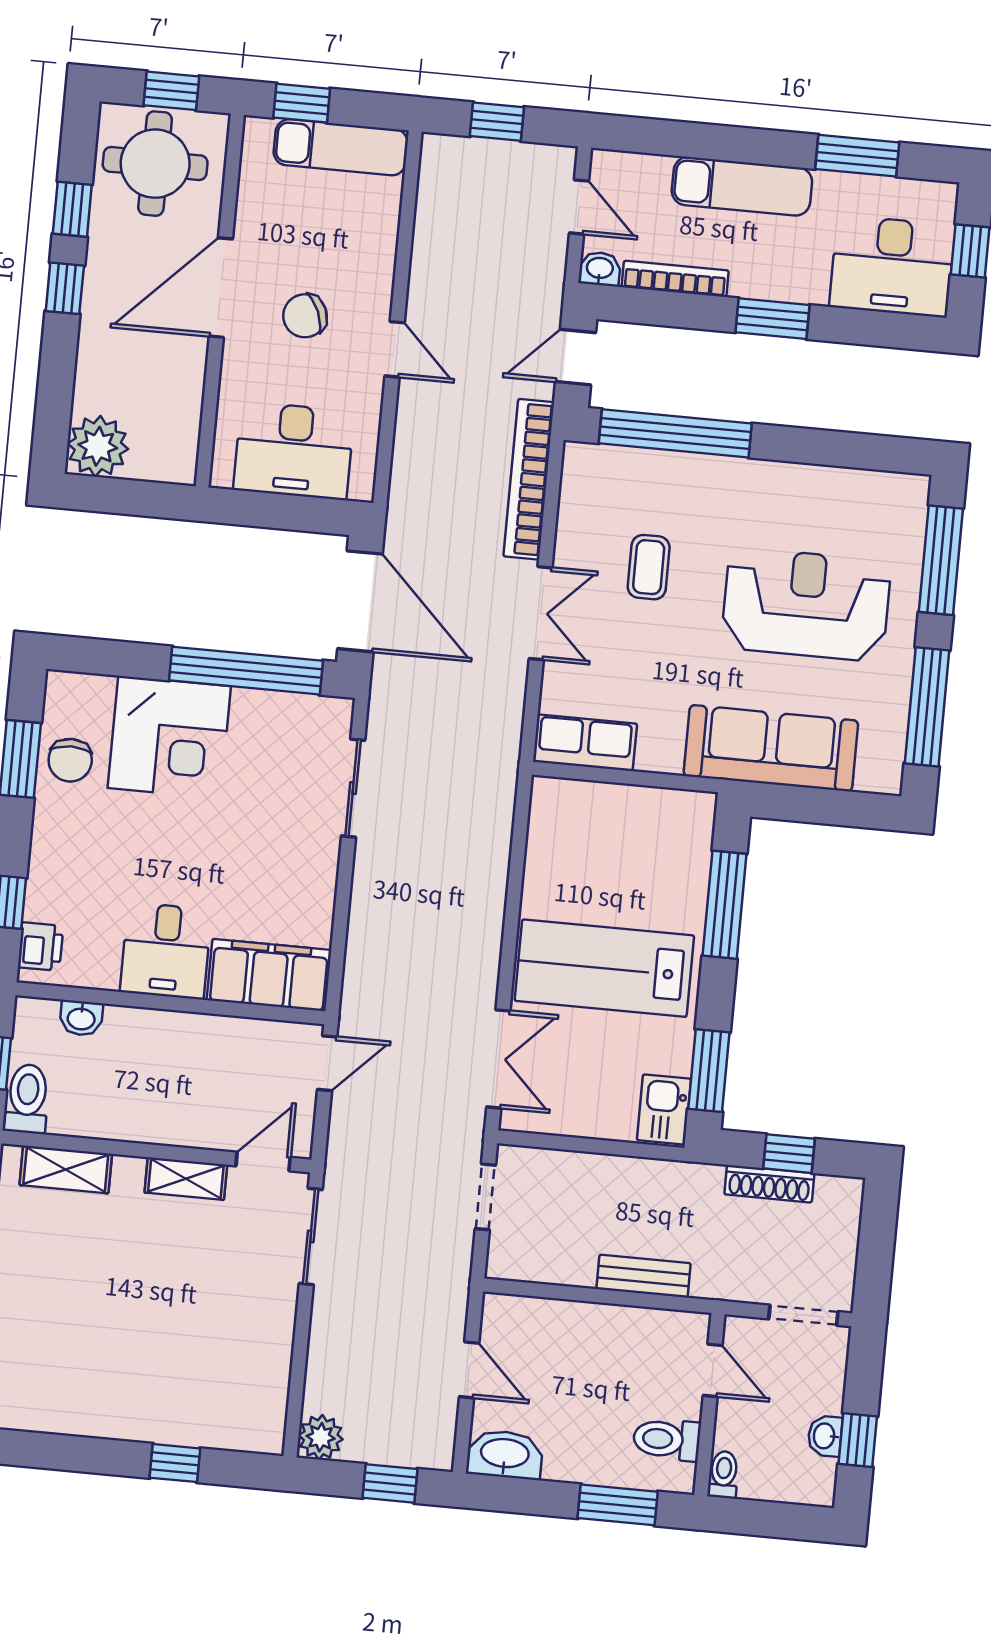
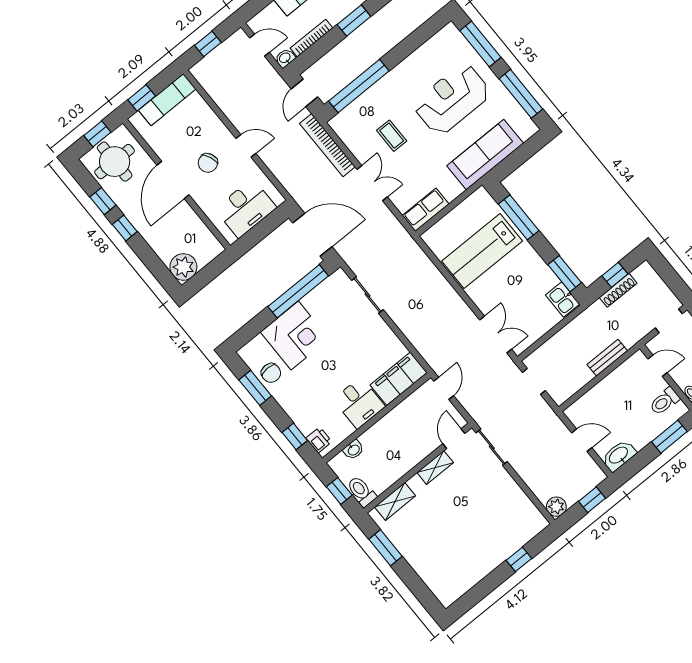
lab bench: (604, 968) -> (482, 251), moved

